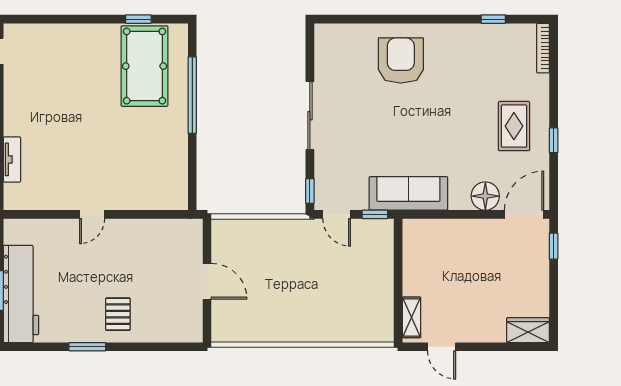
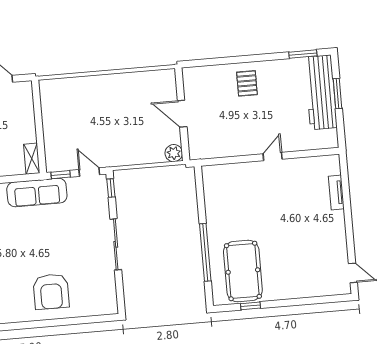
plant: (223, 230) -> (174, 153), added
shelving: (411, 317) -> (32, 159), moved
window: (87, 347) -> (303, 54), moved

